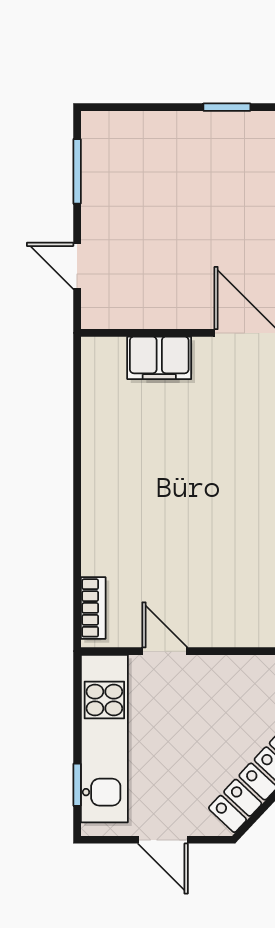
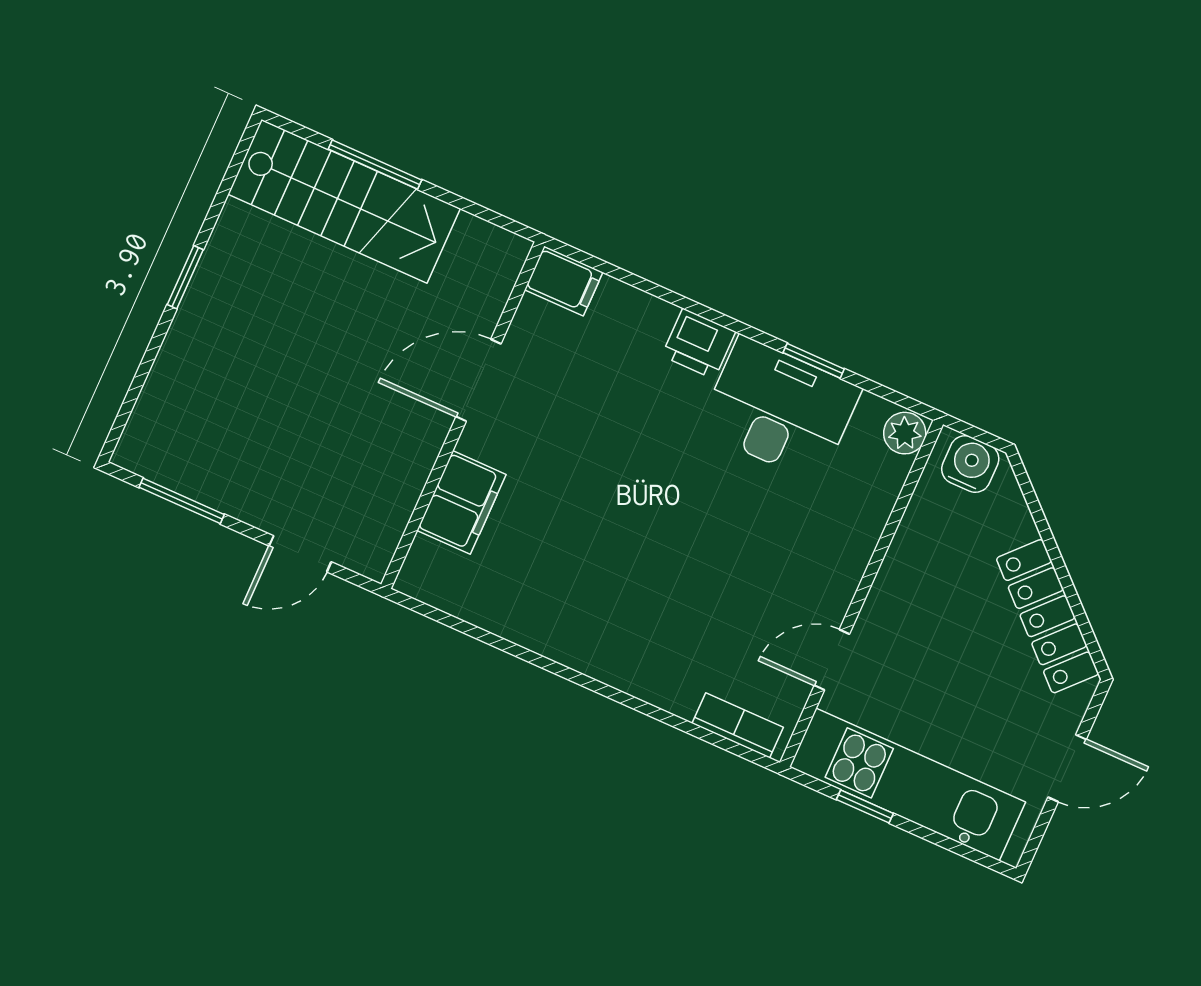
window: (77, 785) -> (865, 806), moved

